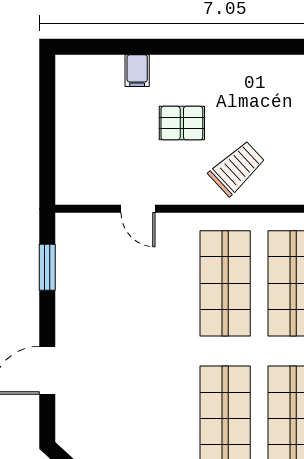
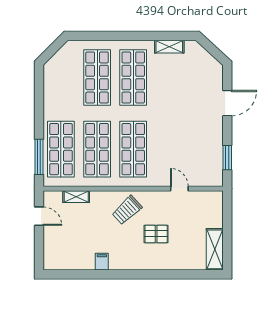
filing cabinet: (137, 71) -> (102, 262), moved
shelving: (71, 94) -> (215, 249), added

